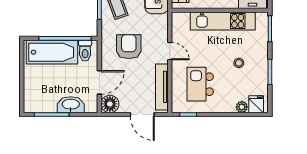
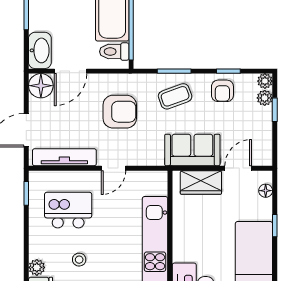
stool: (239, 63) -> (79, 260), moved
door: (99, 82) -> (71, 71), hinge flipped
washbasin: (71, 105) -> (40, 50), moved

